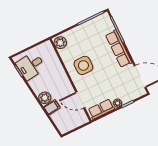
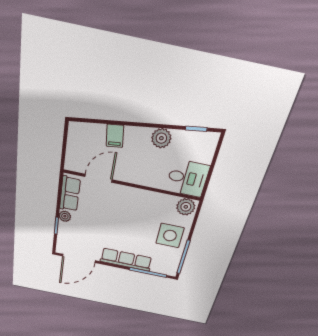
side table: (83, 65) -> (170, 236), moved
desk: (31, 66) -> (188, 178), moved, turned 97
plant: (45, 98) -> (161, 138), moved

